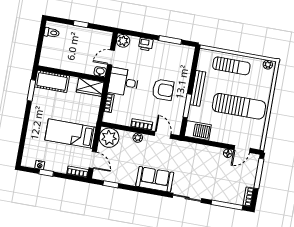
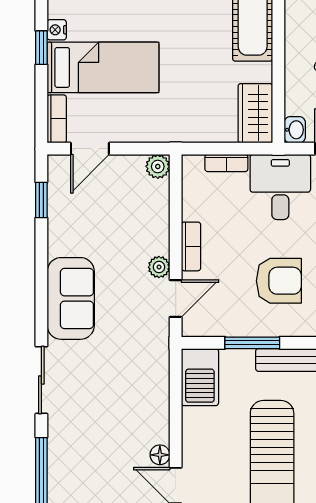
armchair: (163, 90) -> (279, 281), turned -90
bed: (70, 134) -> (103, 67), moved, turned 90
plant: (109, 138) -> (158, 166), width x0.53, depth x0.53
plant: (138, 138) -> (159, 267), moved

